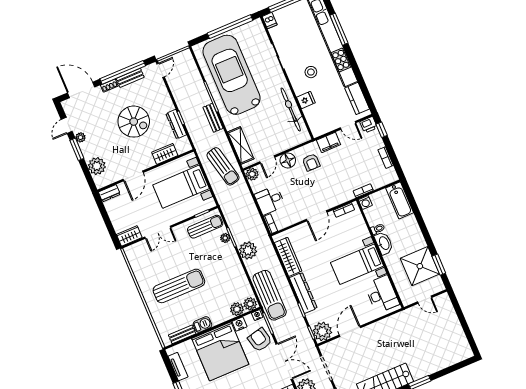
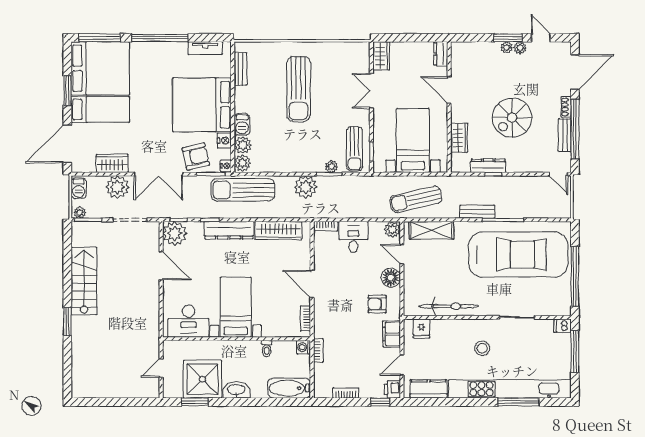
fridge: (306, 100) -> (421, 329), moved
plant: (97, 166) -> (507, 47), moved, width x0.53, depth x0.53
washbasin: (384, 243) -> (236, 390), moved, turned 180
barbecue: (202, 324) -> (242, 124), moved

